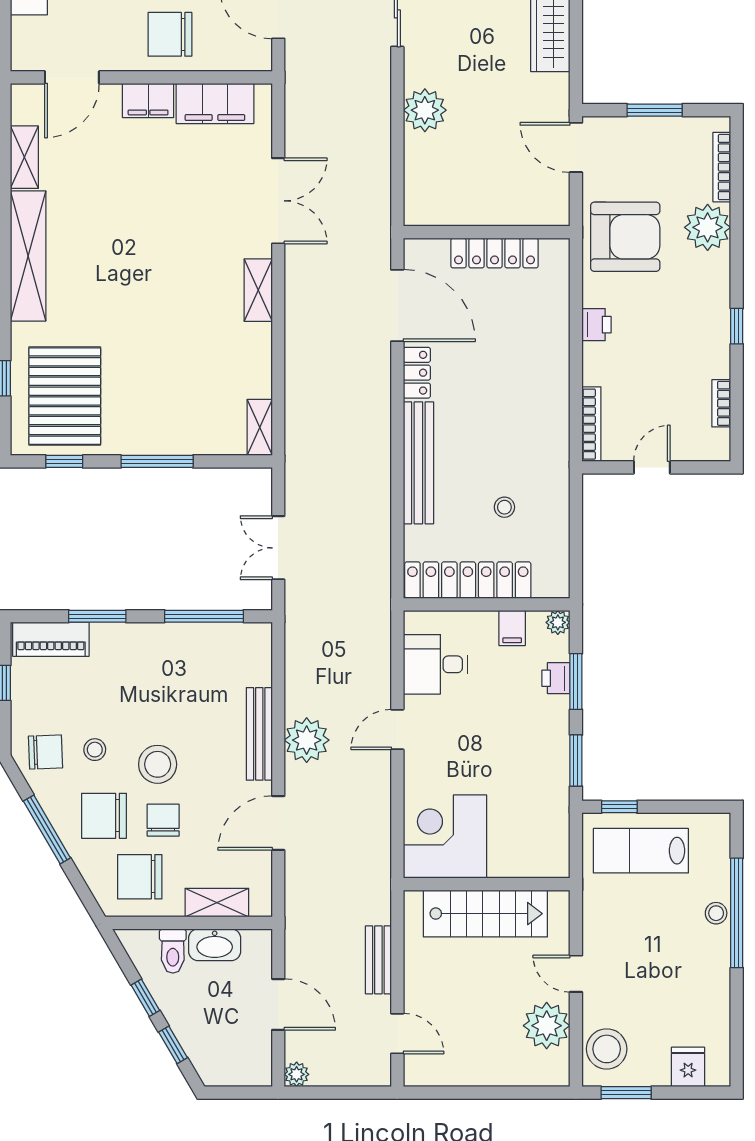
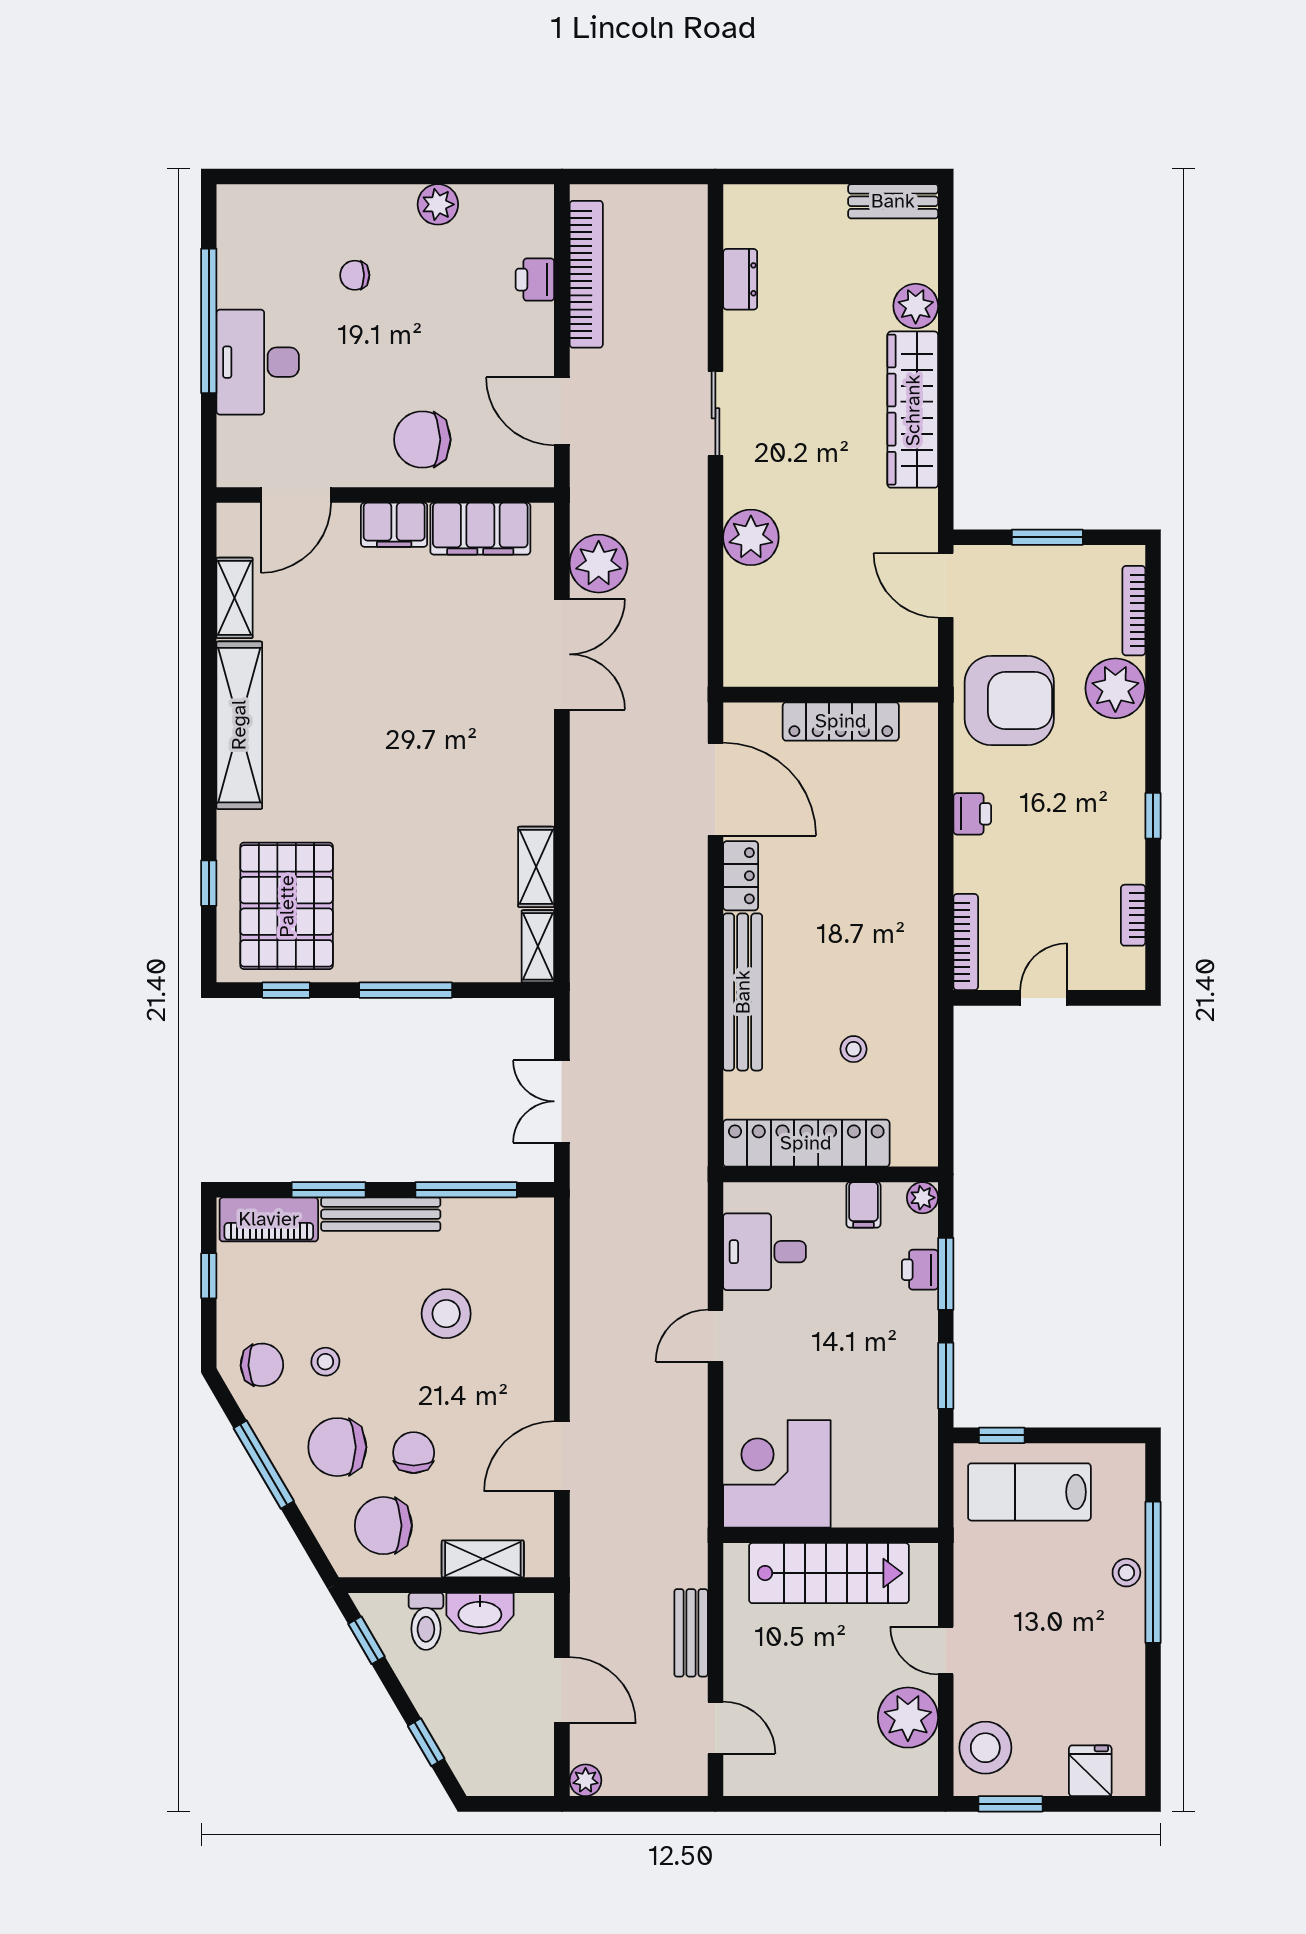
shelving: (258, 290) -> (536, 867), moved
bench: (259, 734) -> (381, 1214), moved, turned 90
plant: (307, 740) -> (599, 564), moved
stool: (158, 764) -> (446, 1314), moved
window: (145, 998) -> (367, 1640), moved

